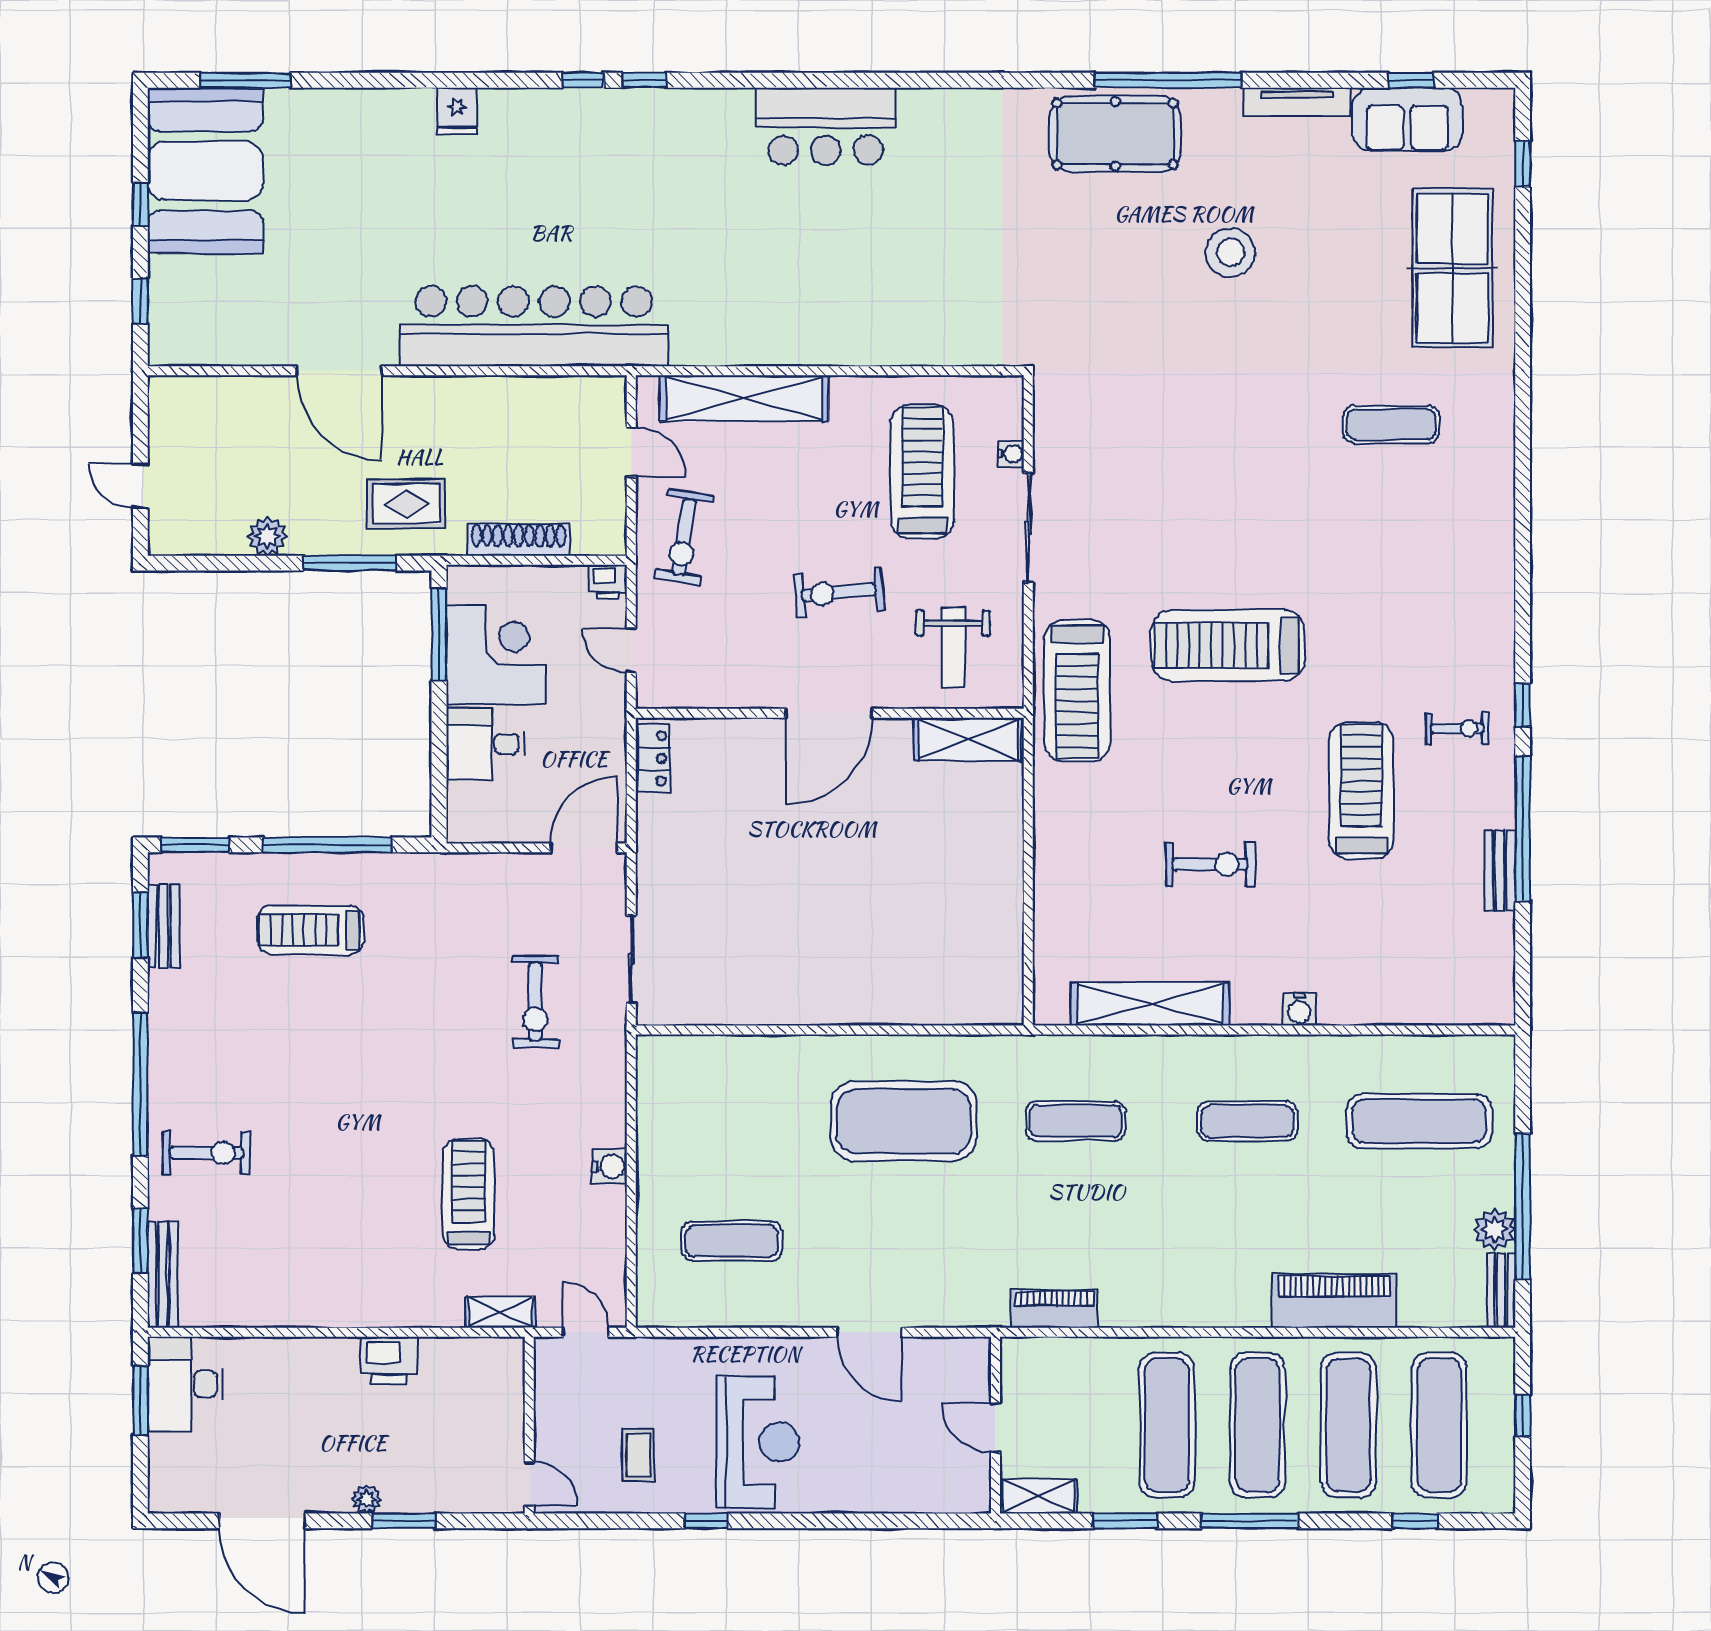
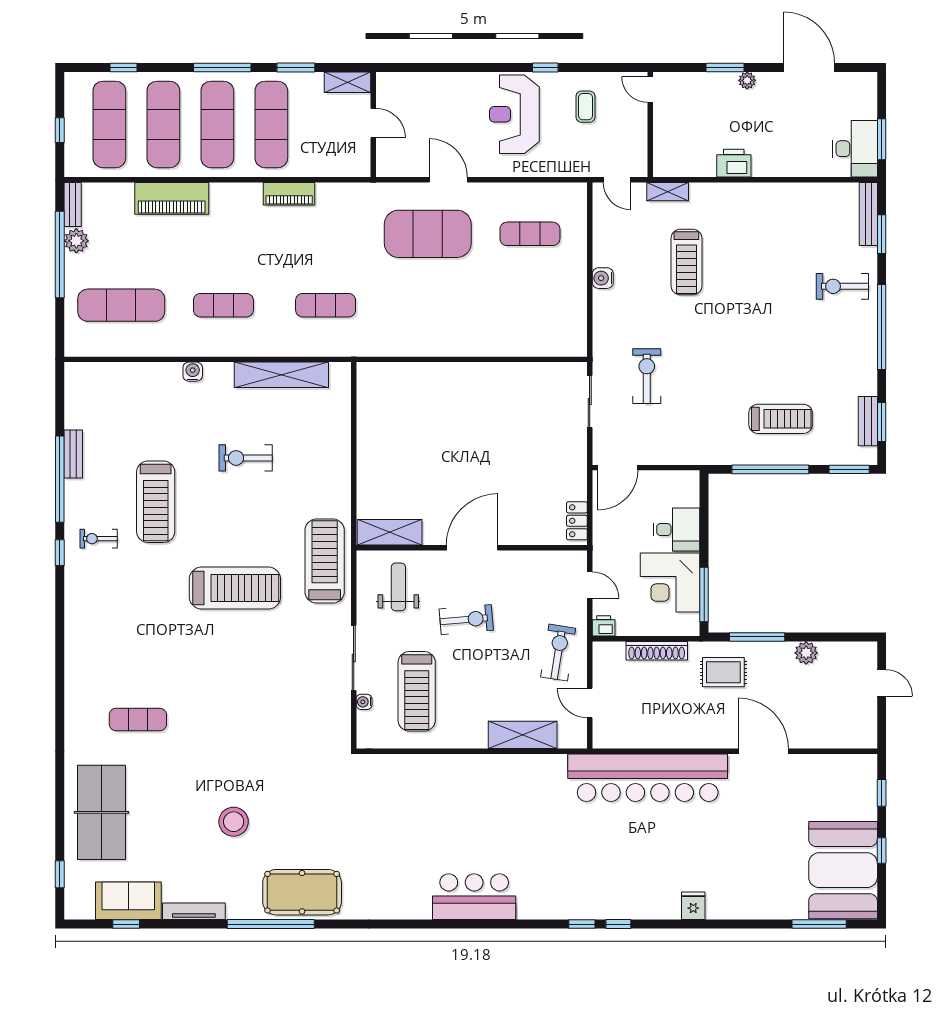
shelving: (744, 398) -> (523, 735), width x0.68
exercise mat: (904, 1121) -> (428, 234), moved
piano: (1054, 1309) -> (289, 194), moved

